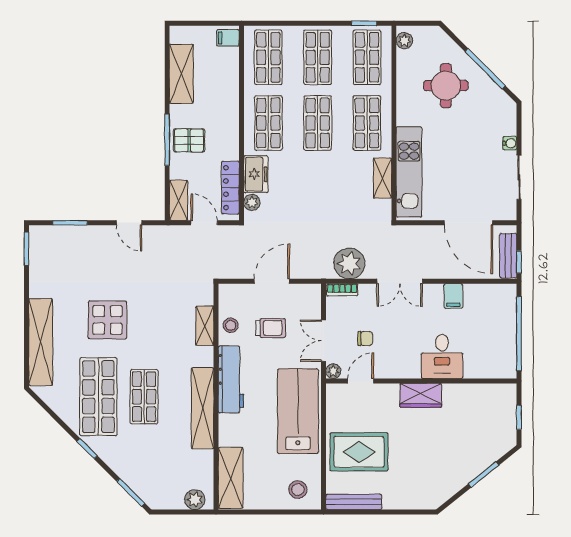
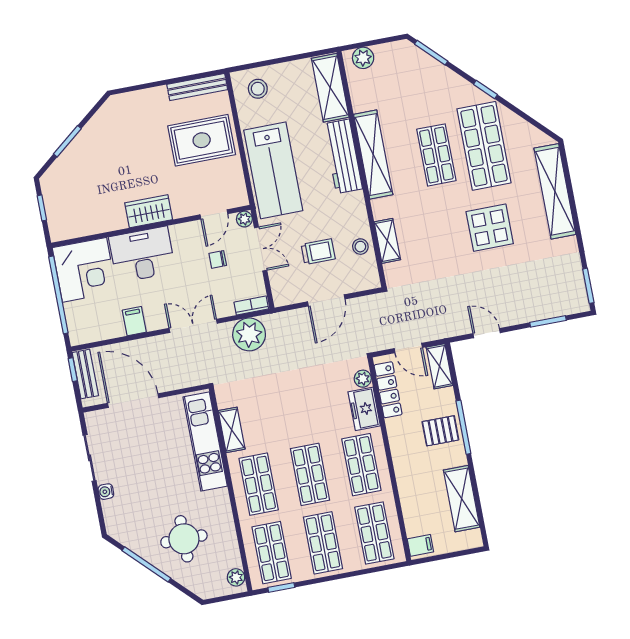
trolley: (271, 328) -> (318, 252), turned 180
corner desk: (490, 352) -> (84, 270), added
desk: (442, 356) -> (142, 255), width x1.37
workbench: (231, 379) -> (343, 156), moved

